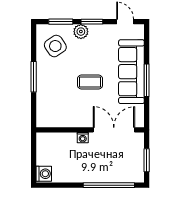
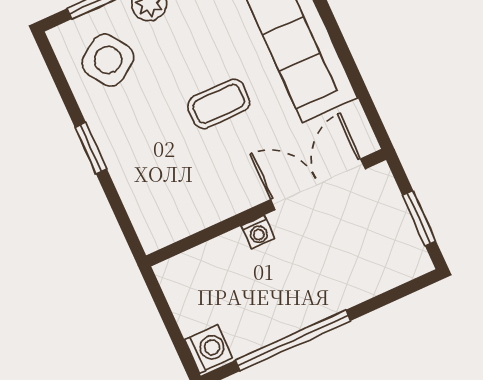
window: (34, 77) -> (91, 148), width x0.69
window: (147, 80) -> (340, 44), removed
window: (109, 185) -> (293, 341), moved

